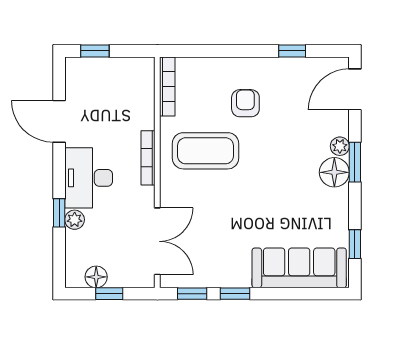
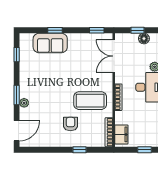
window: (292, 51) -> (80, 150), moved
filing cabinet: (142, 82) -> (121, 134), added
armchair: (245, 103) -> (70, 124), turned 180
floor lamp: (334, 172) -> (27, 90), removed
sofa: (299, 268) -> (50, 43), width x0.73
window: (235, 294) -> (55, 30), moved

